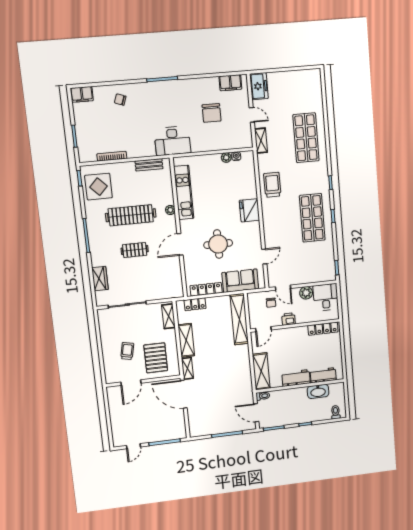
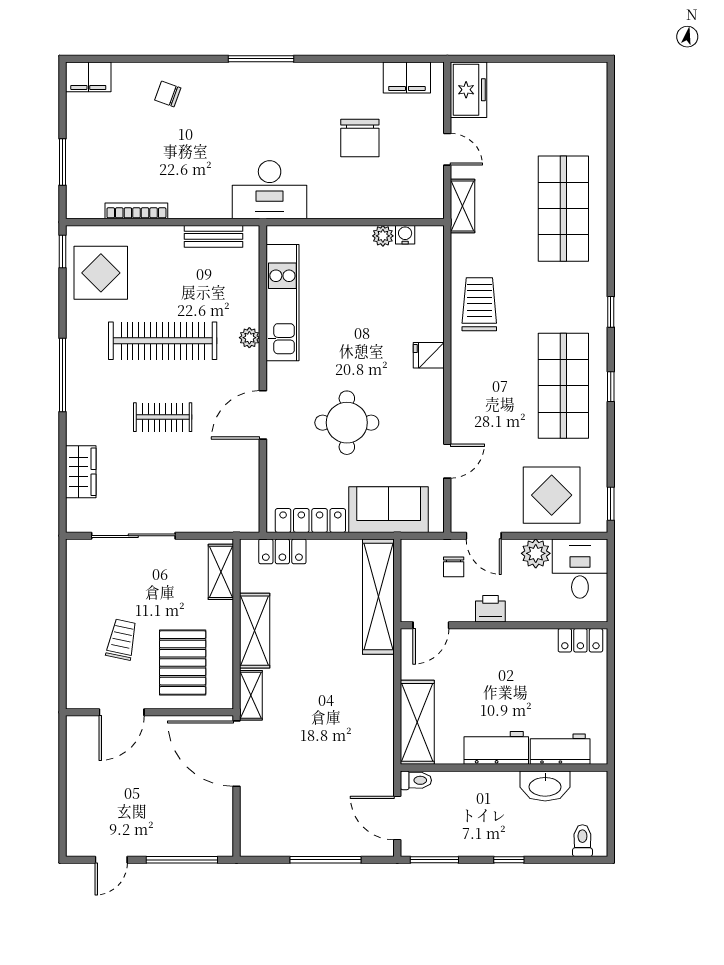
fridge: (250, 210) -> (429, 355), width x0.53, depth x0.75
display table: (311, 267) -> (552, 495), added
locker: (323, 329) -> (580, 640), width x0.66

